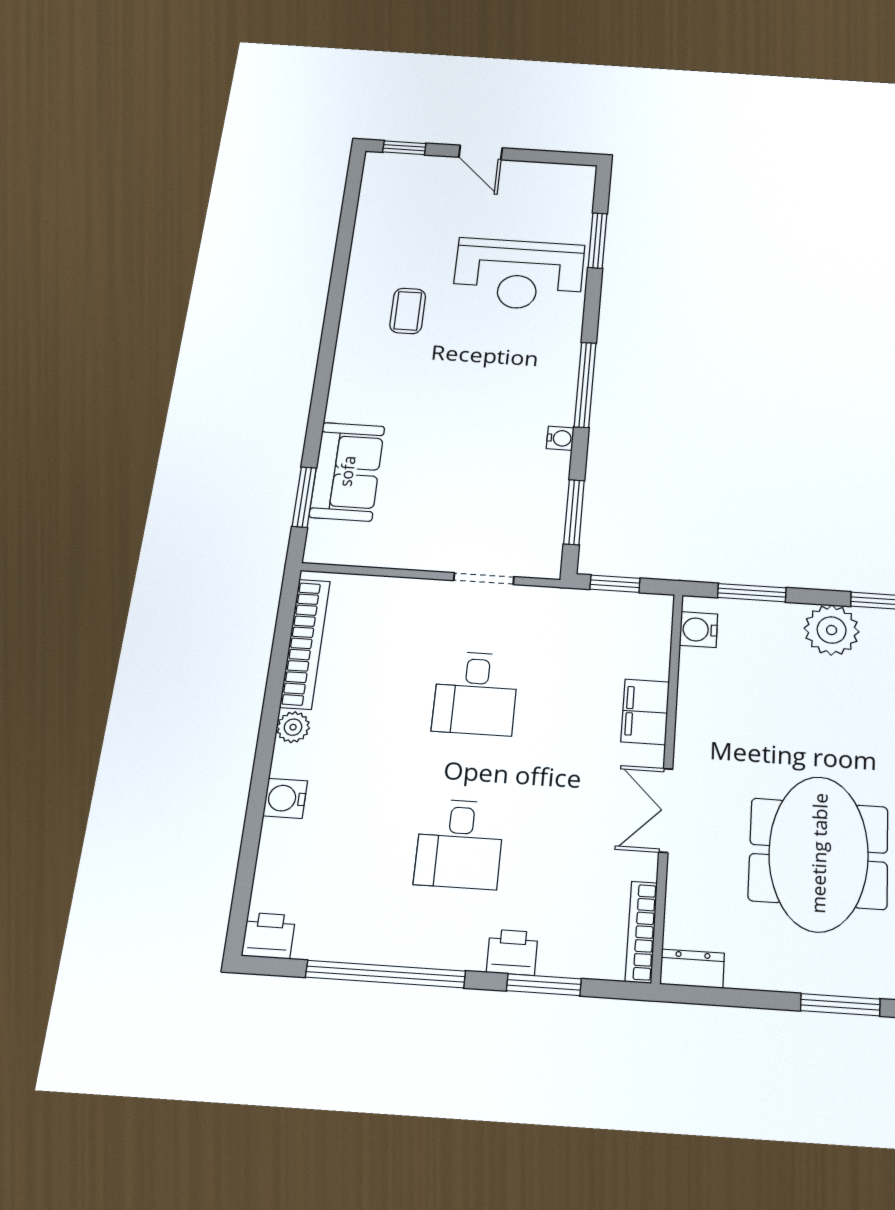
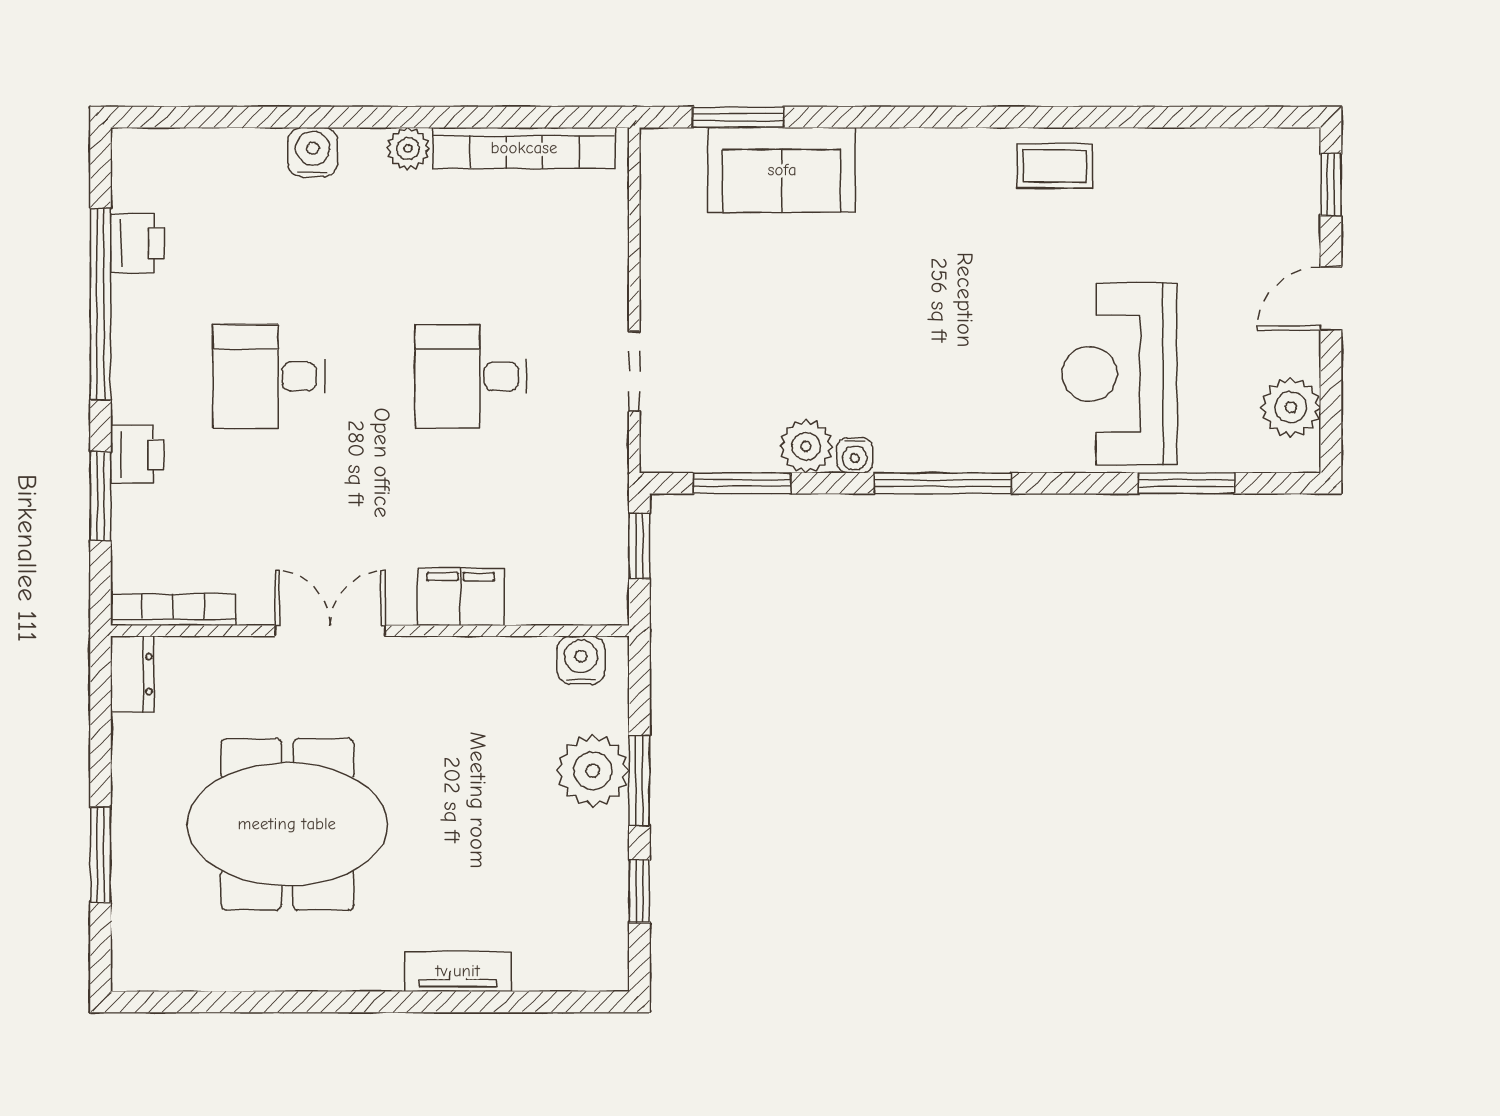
plant: (551, 179) -> (1291, 407), added
coffee table: (408, 311) -> (1054, 166), moved
plant: (551, 469) -> (806, 446), added
window: (752, 593) -> (639, 781), moved
plant: (832, 630) -> (593, 771), moved
printer: (269, 936) -> (138, 243), moved

